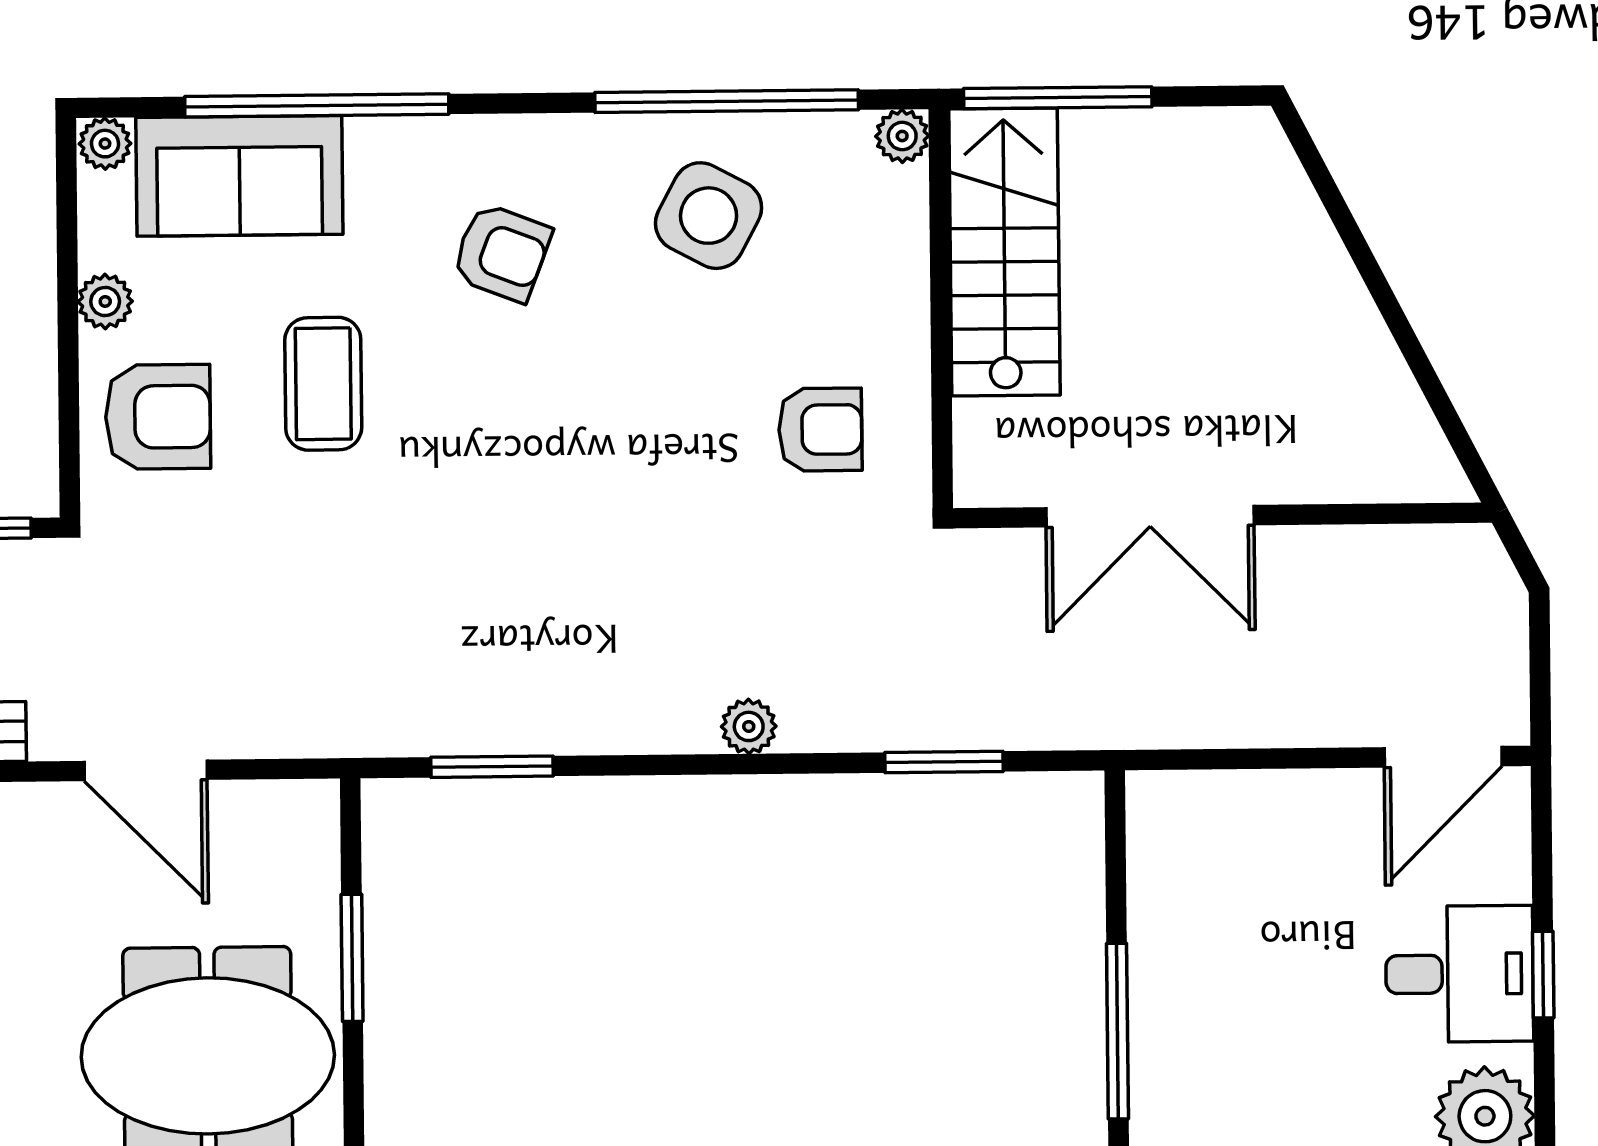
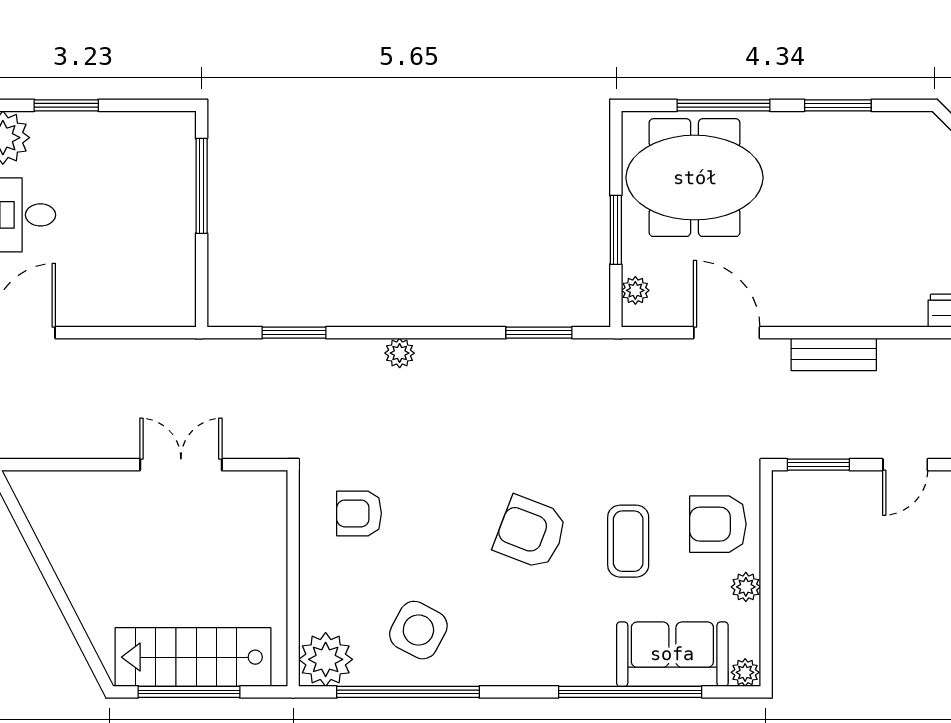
window: (1058, 98) -> (189, 692), moved
plant: (902, 136) -> (326, 659), width x1.88, depth x1.88
stairs: (1004, 252) -> (193, 657), moved, turned 90
armchair: (502, 253) -> (531, 532), moved, width x1.38, depth x1.38
double door: (1150, 516) -> (181, 465), width x0.73
plant: (315, 846) -> (635, 290), added

